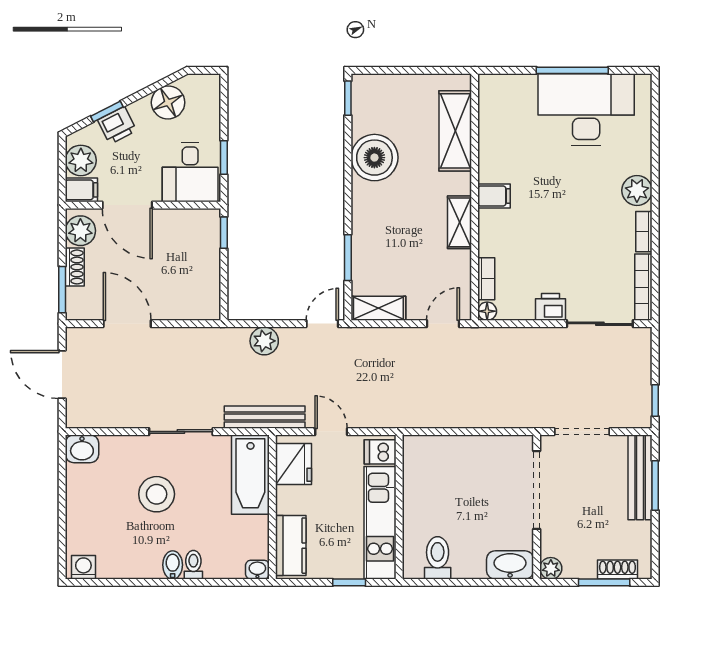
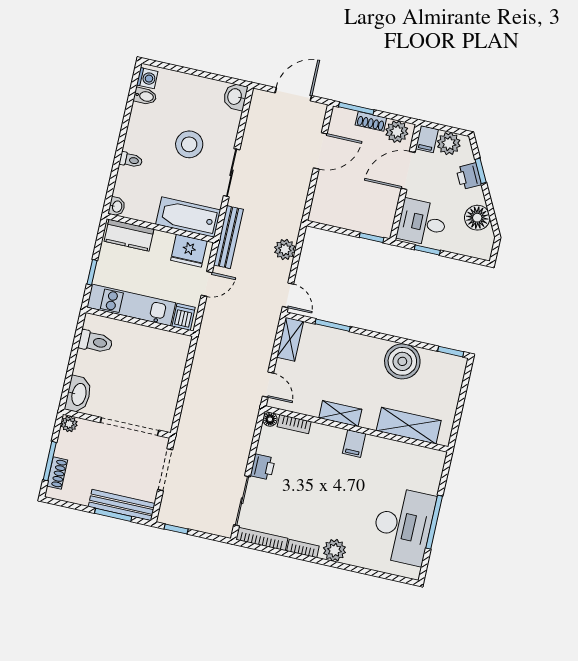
bidet: (173, 565) -> (145, 96), moved

